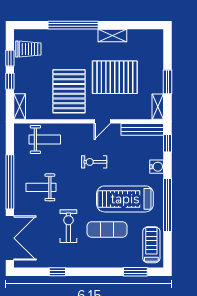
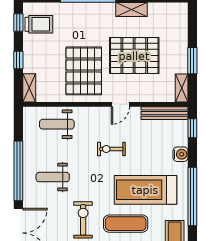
window: (10, 58) -> (18, 22), moved
weight bench: (45, 139) -> (57, 124), turned 180

